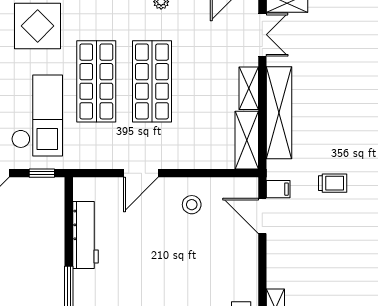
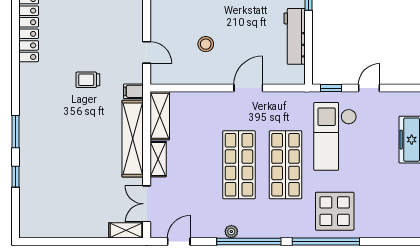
filing cabinet: (278, 189) -> (133, 91), moved
stool: (192, 205) -> (206, 44), moved
door: (262, 216) -> (147, 52), width x0.73

